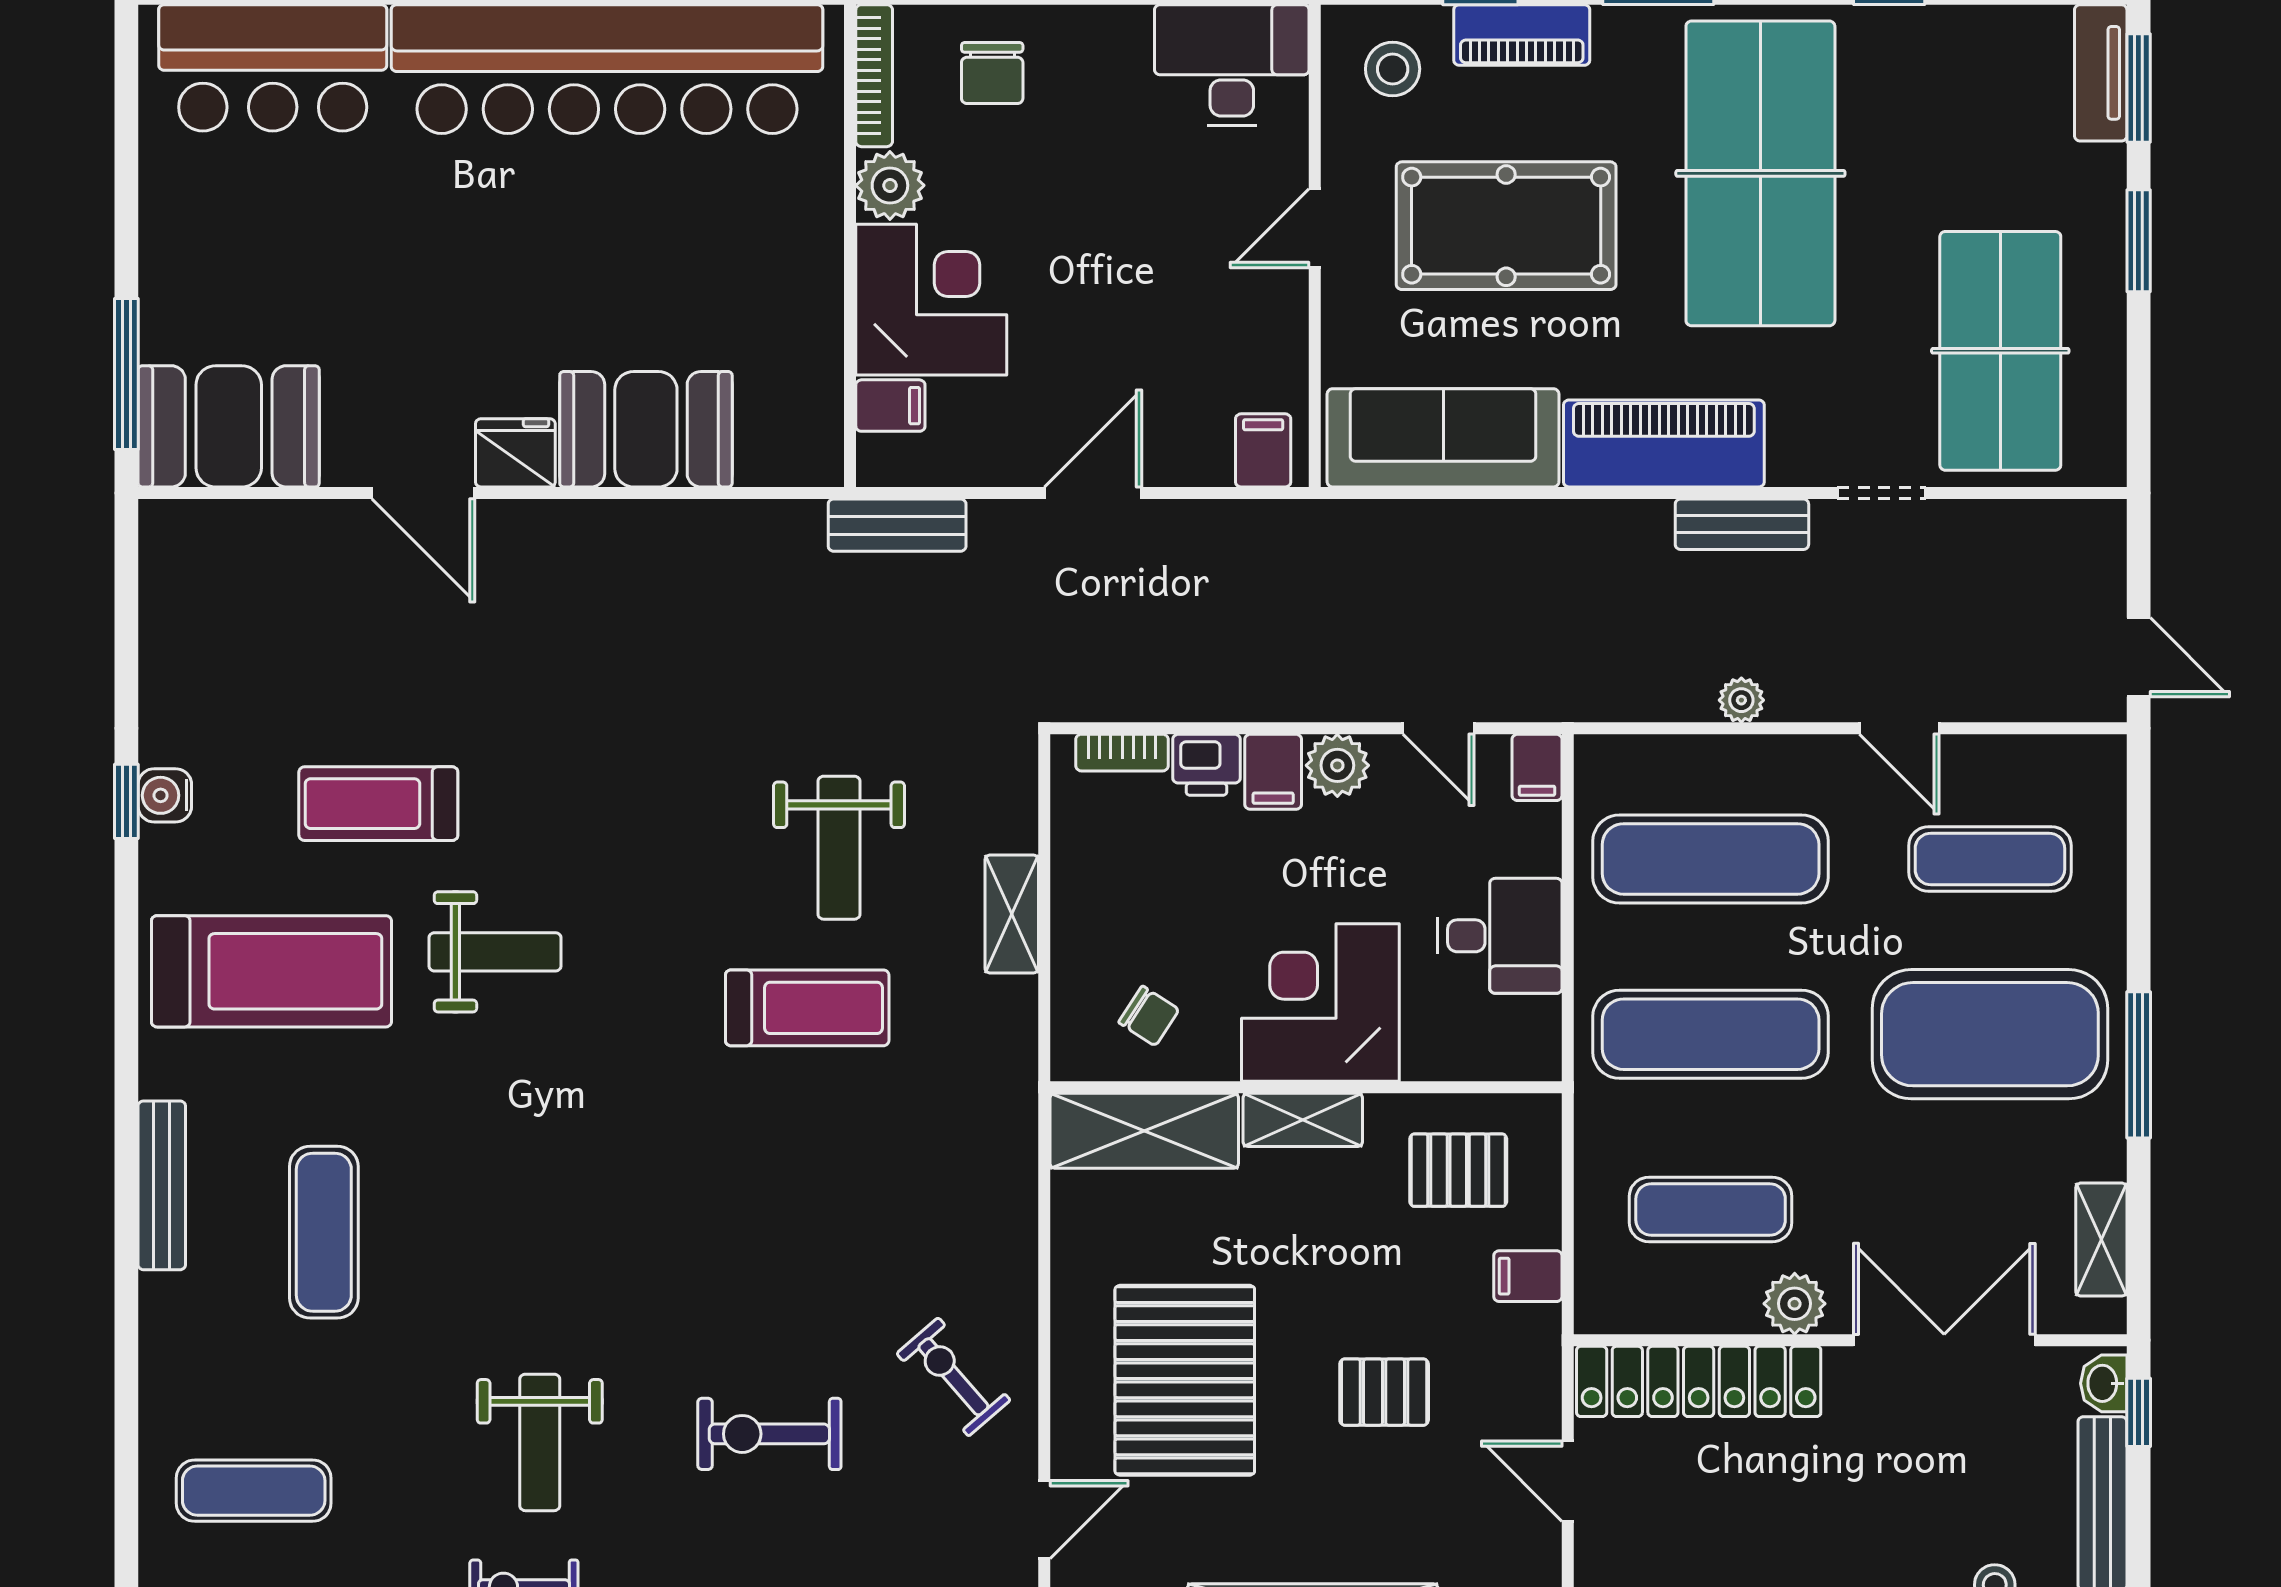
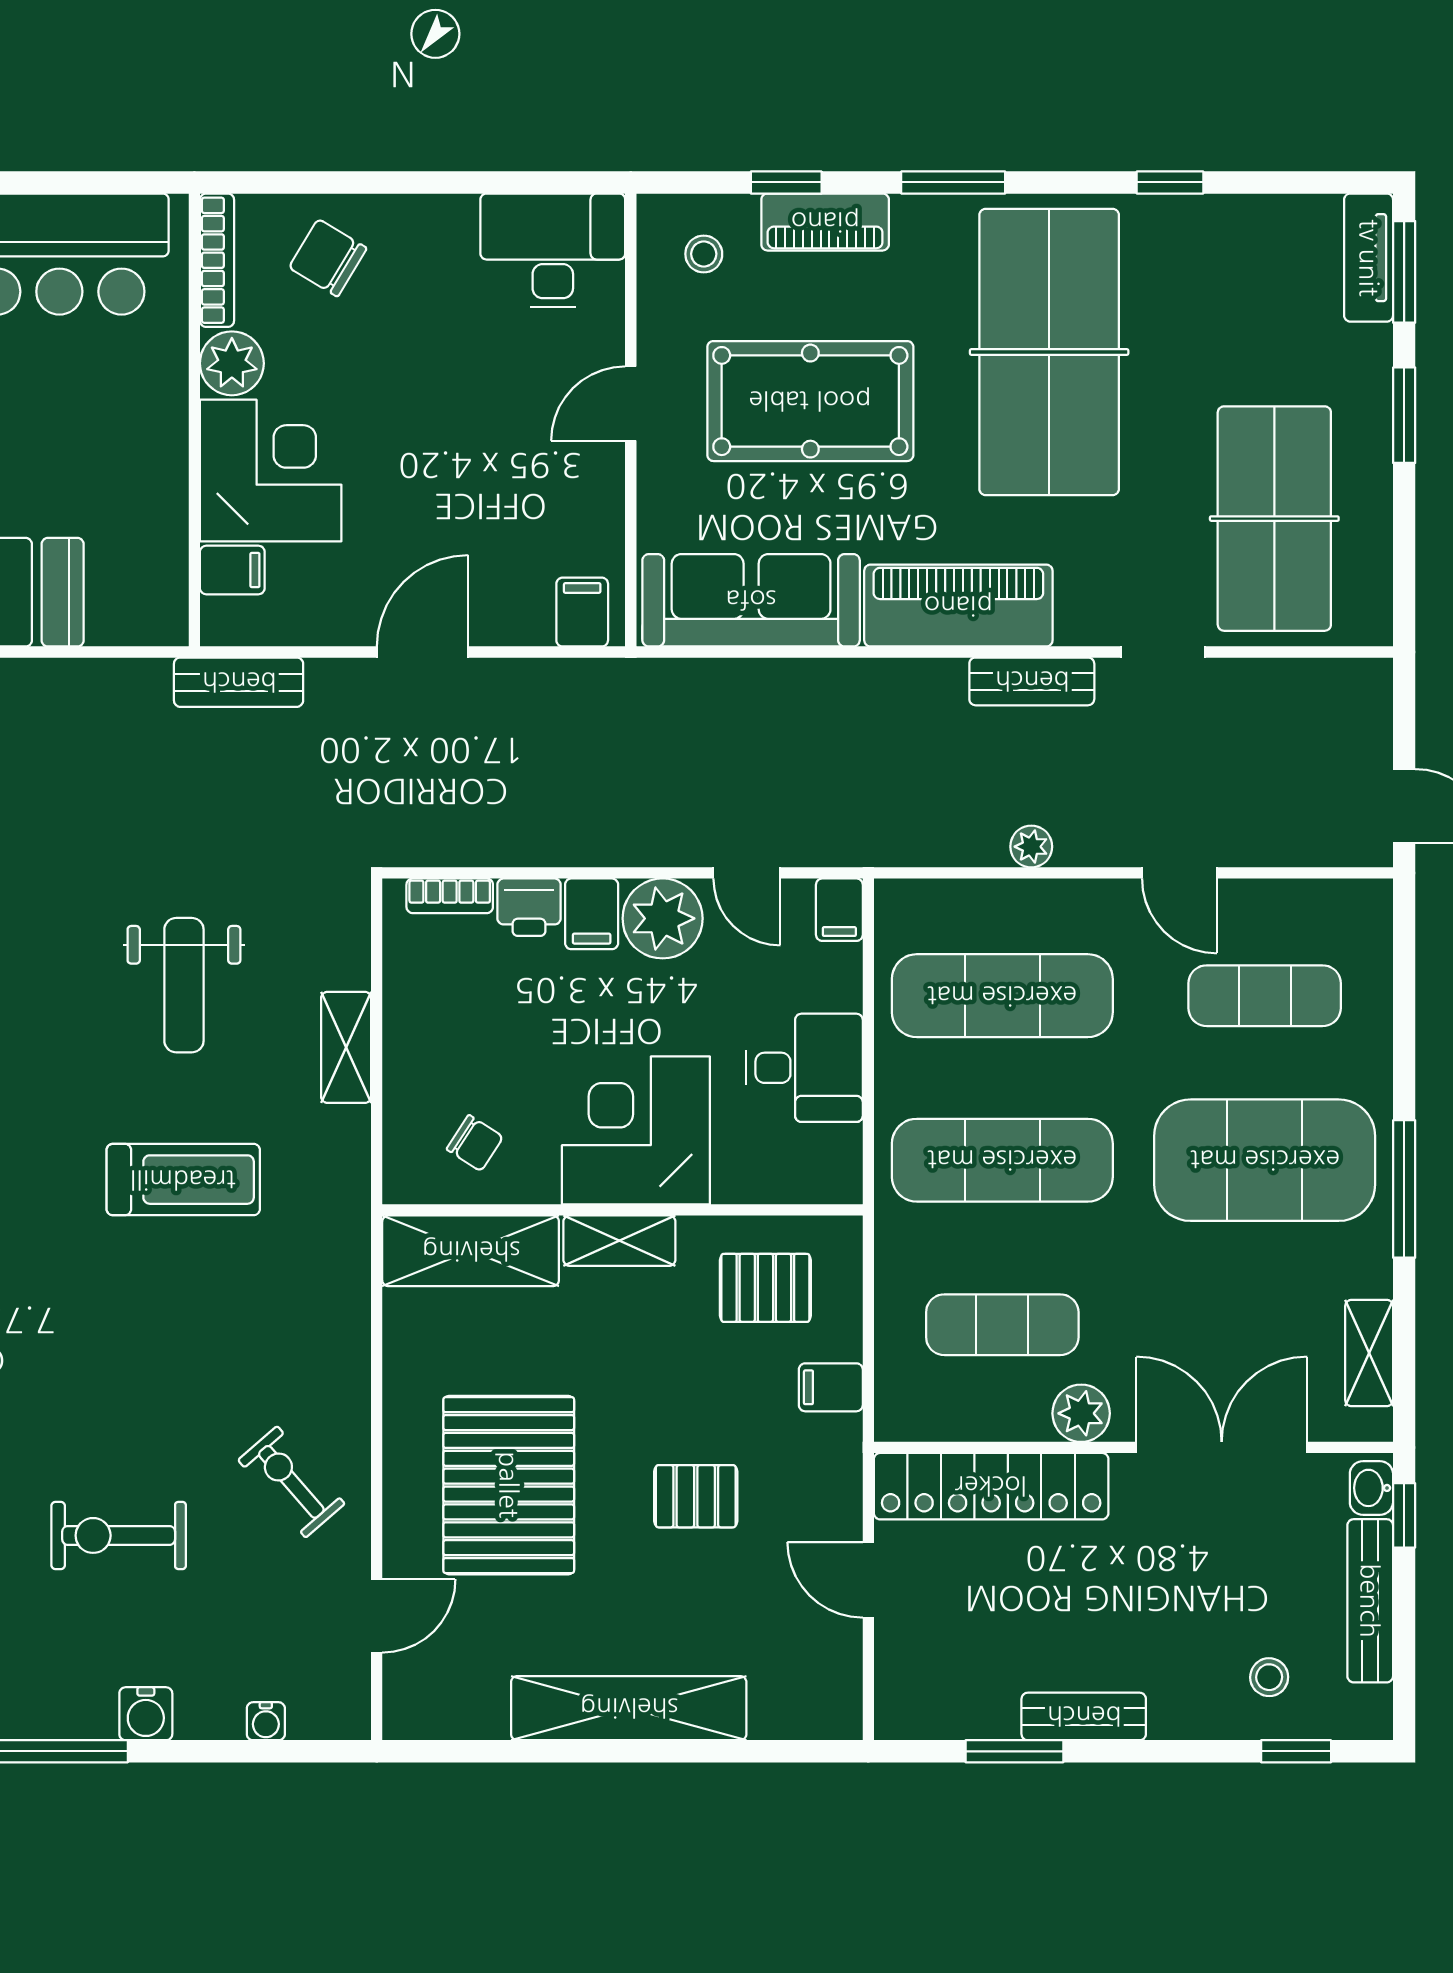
stool: (1393, 69) -> (704, 254), width x0.73, depth x0.73
chair: (992, 73) -> (328, 258), turned 121
plant: (1337, 765) -> (663, 918), width x1.36, depth x1.36
treadmill: (807, 1008) -> (183, 1180), moved

